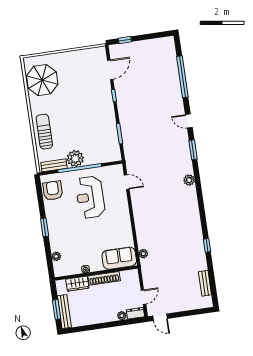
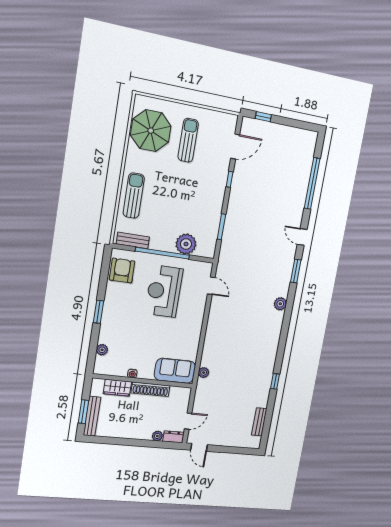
sun lounger: (72, 77) -> (188, 140), added
plant: (75, 159) -> (186, 244), moved

